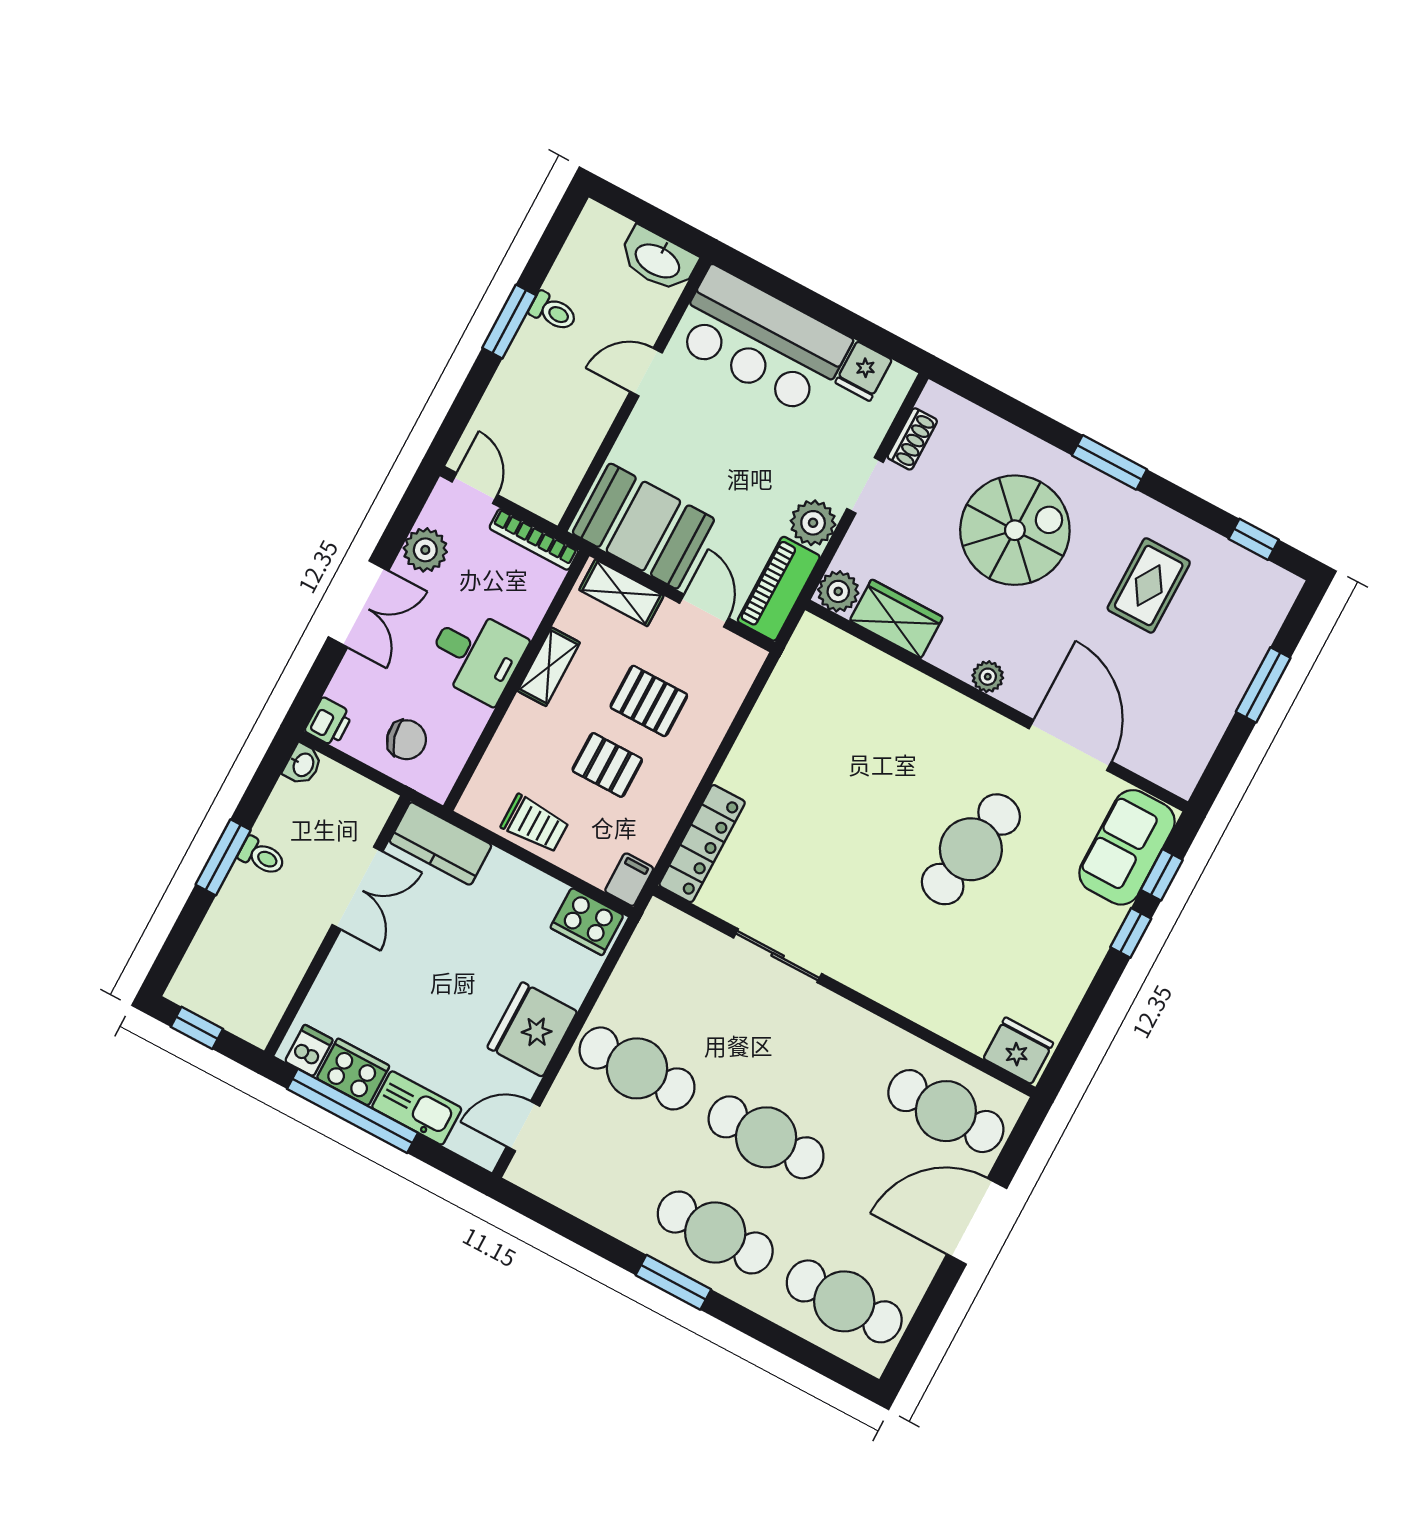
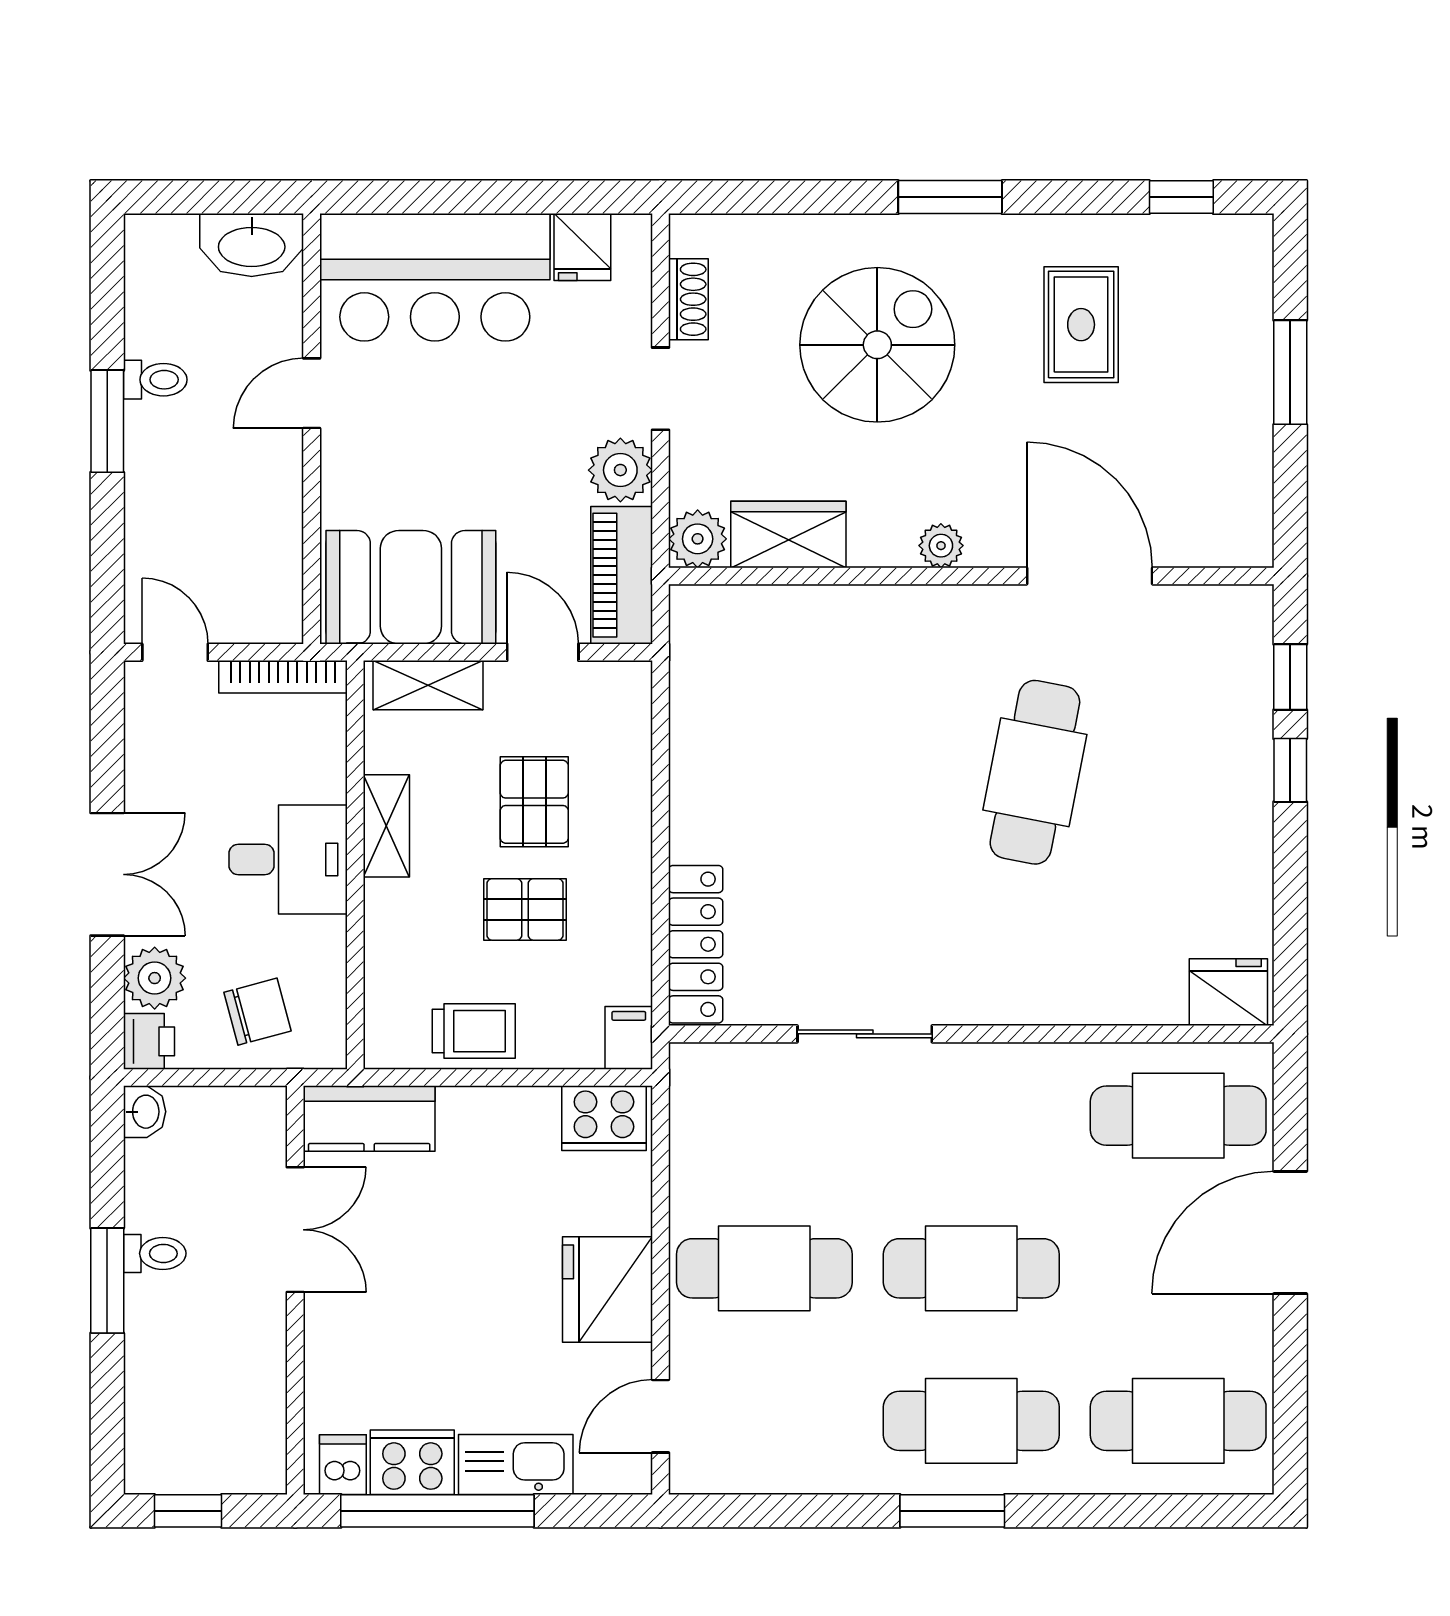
plant: (425, 550) -> (155, 978), moved
pallet: (649, 701) -> (534, 802), turned 90
sofa: (1127, 847) -> (1228, 666), removed

